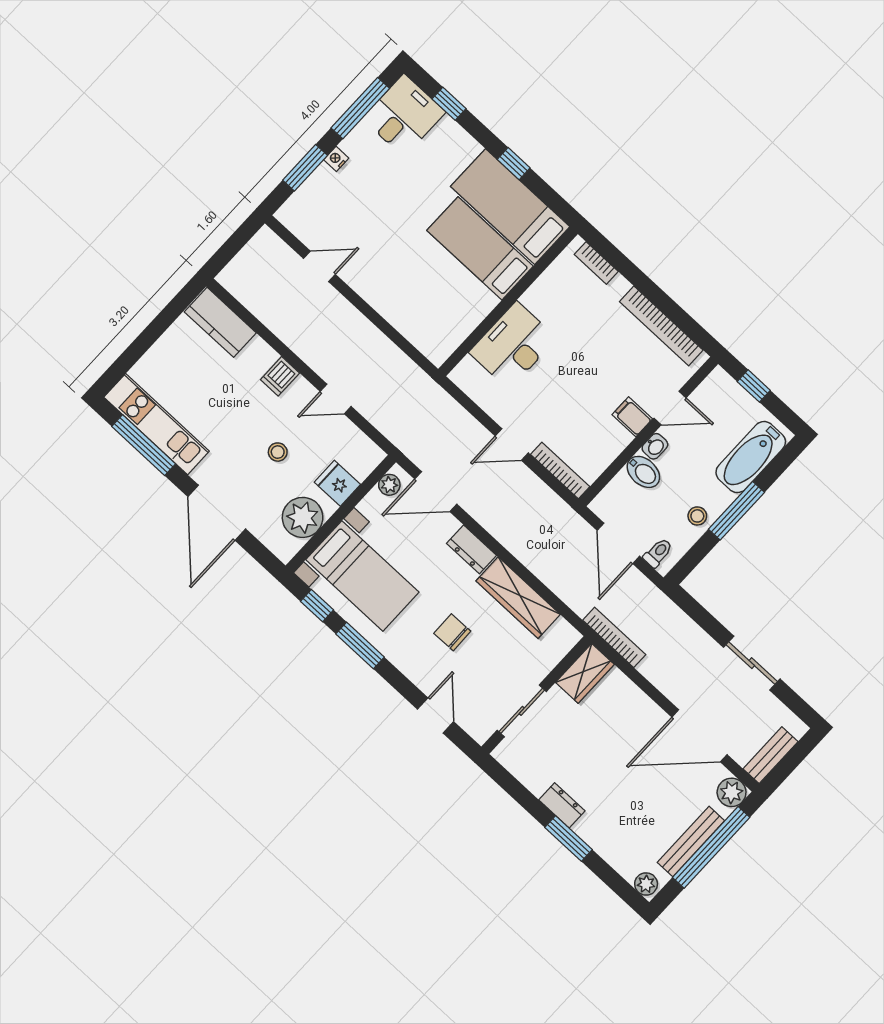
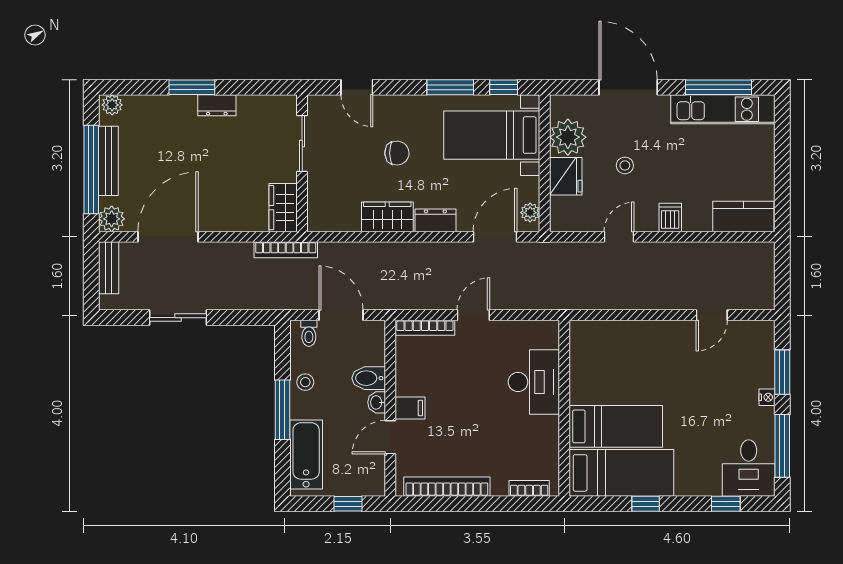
fridge: (337, 483) -> (566, 176), width x1.38
wardrobe: (518, 598) -> (387, 217), width x0.67

